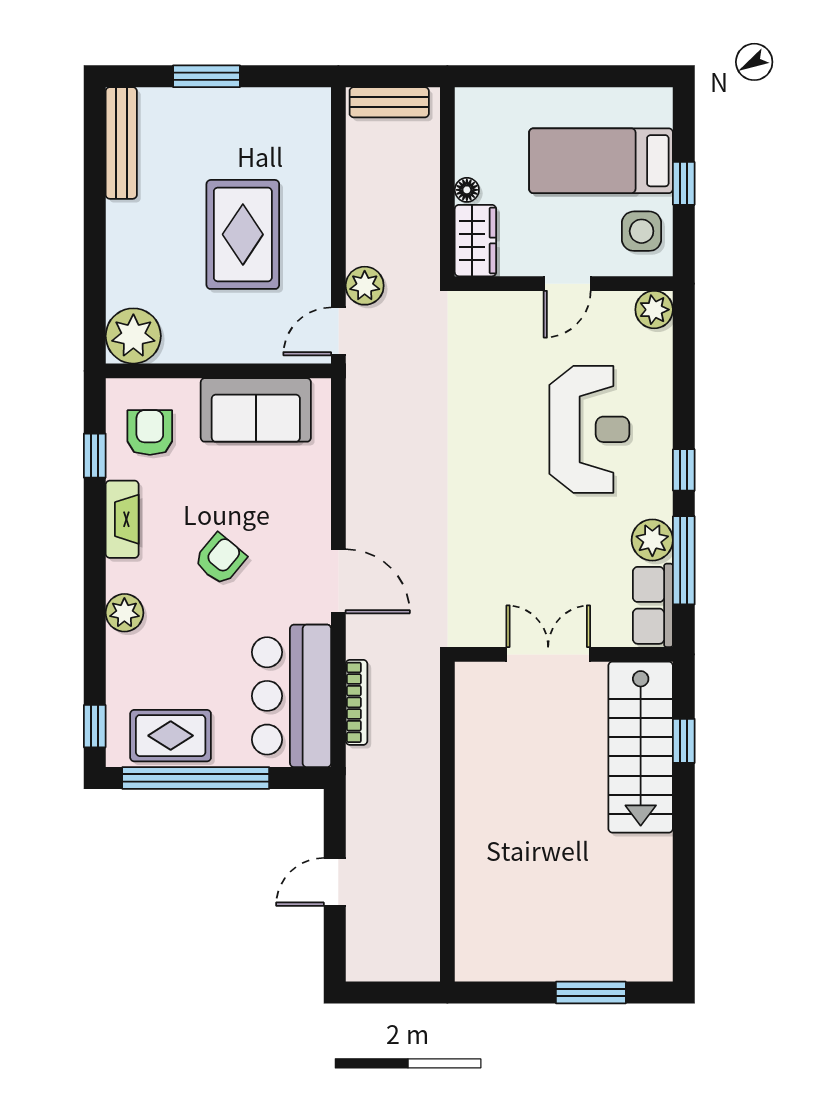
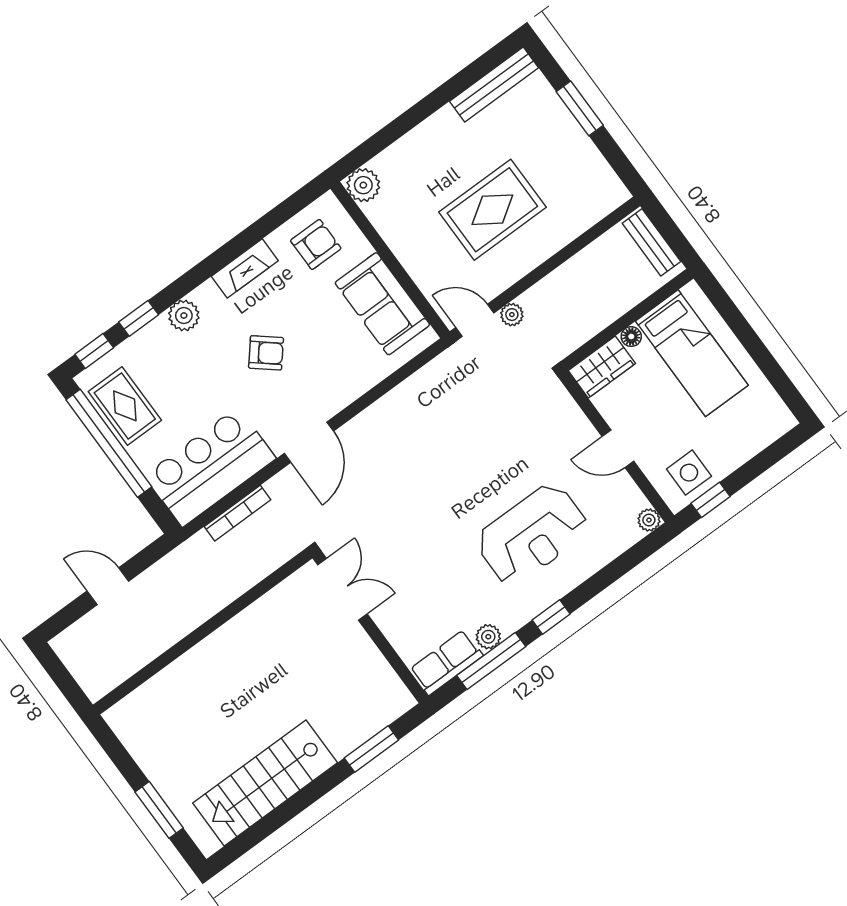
bed: (601, 161) -> (692, 353), moved, turned 180
window: (684, 183) -> (710, 500), moved
plant: (365, 286) -> (512, 315), width x0.73, depth x0.73
plant: (654, 310) -> (649, 520), width x0.73, depth x0.73
plant: (133, 336) -> (363, 185), width x0.73, depth x0.73
window: (95, 456) -> (139, 318), moved
plant: (652, 540) -> (488, 637), width x0.73, depth x0.73
double door: (548, 654) -> (343, 589), moved
window: (684, 741) -> (371, 749), width x1.50
stairs: (641, 747) -> (265, 783), moved

